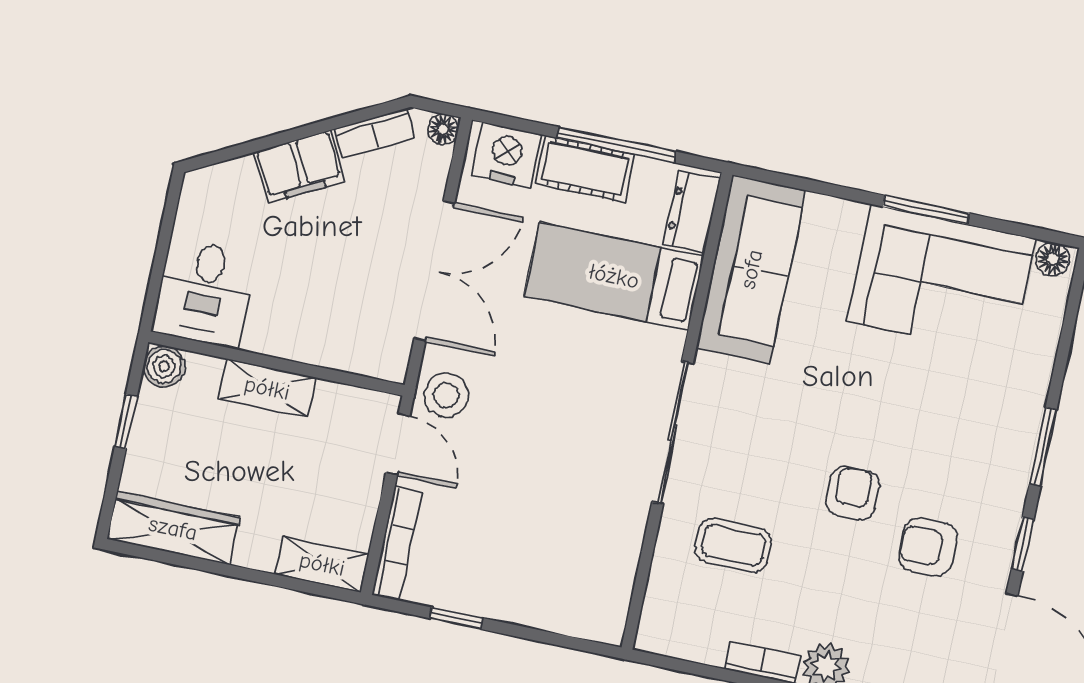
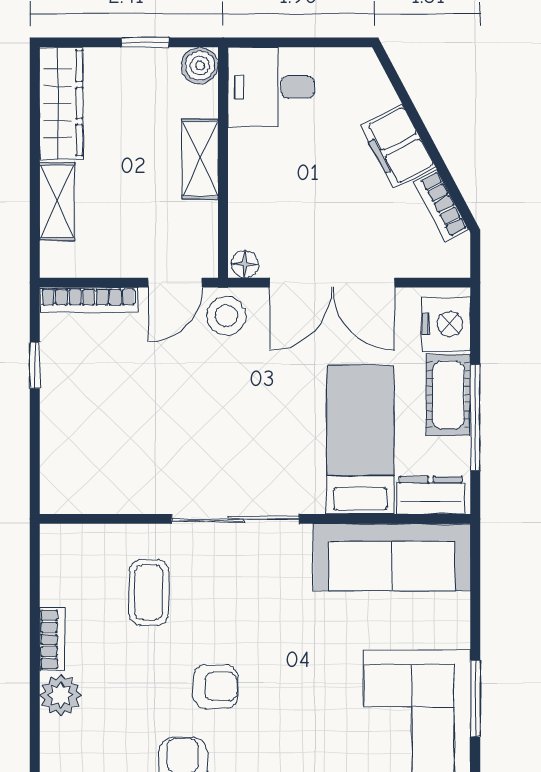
floor lamp: (443, 129) -> (245, 264), moved
shelving: (322, 564) -> (57, 201), moved

